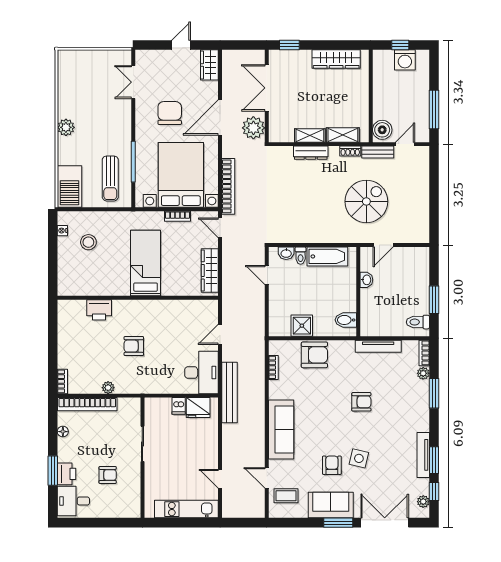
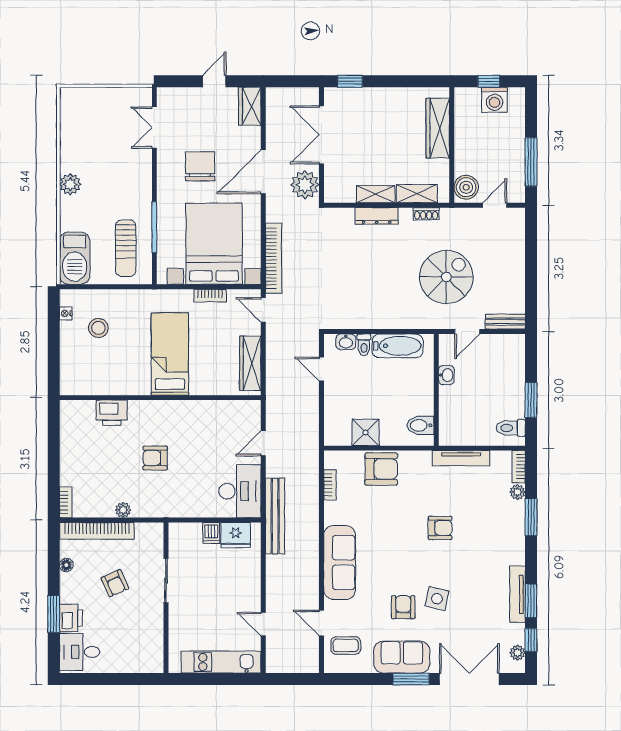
wardrobe: (336, 59) -> (438, 128), moved, turned 90
bench: (378, 152) -> (505, 322), moved
armchair: (108, 475) -> (115, 583), moved, turned 66

